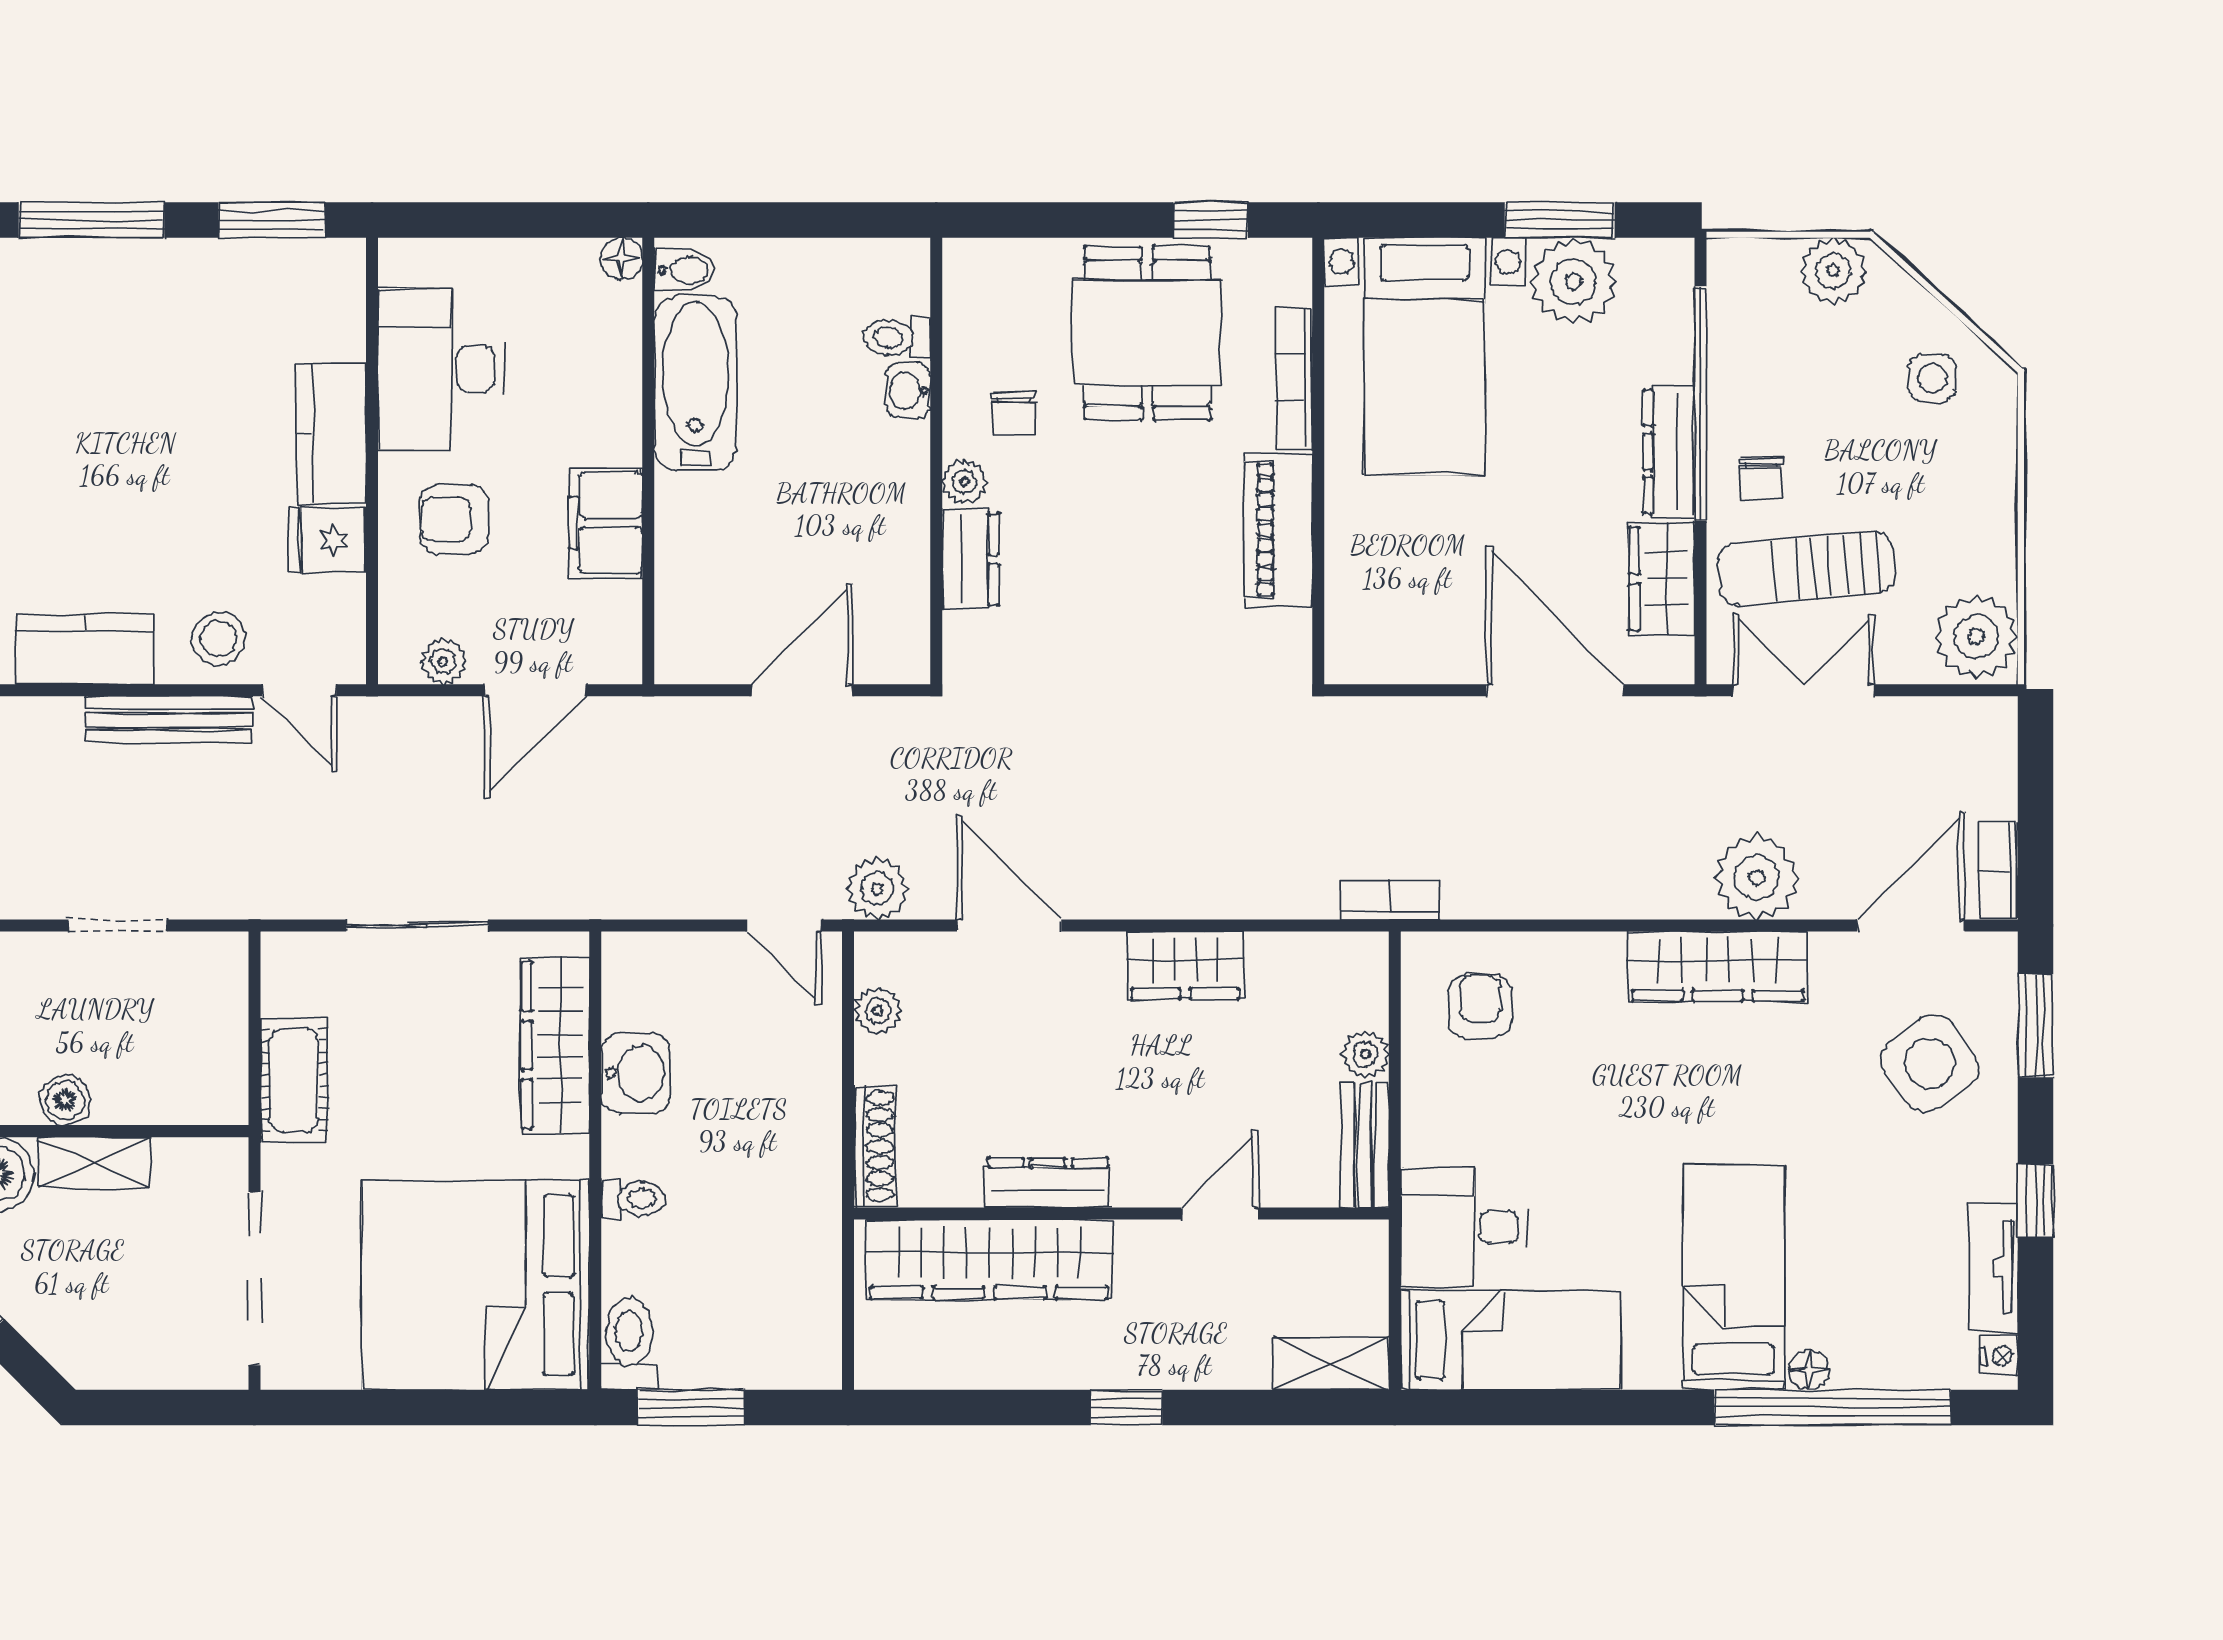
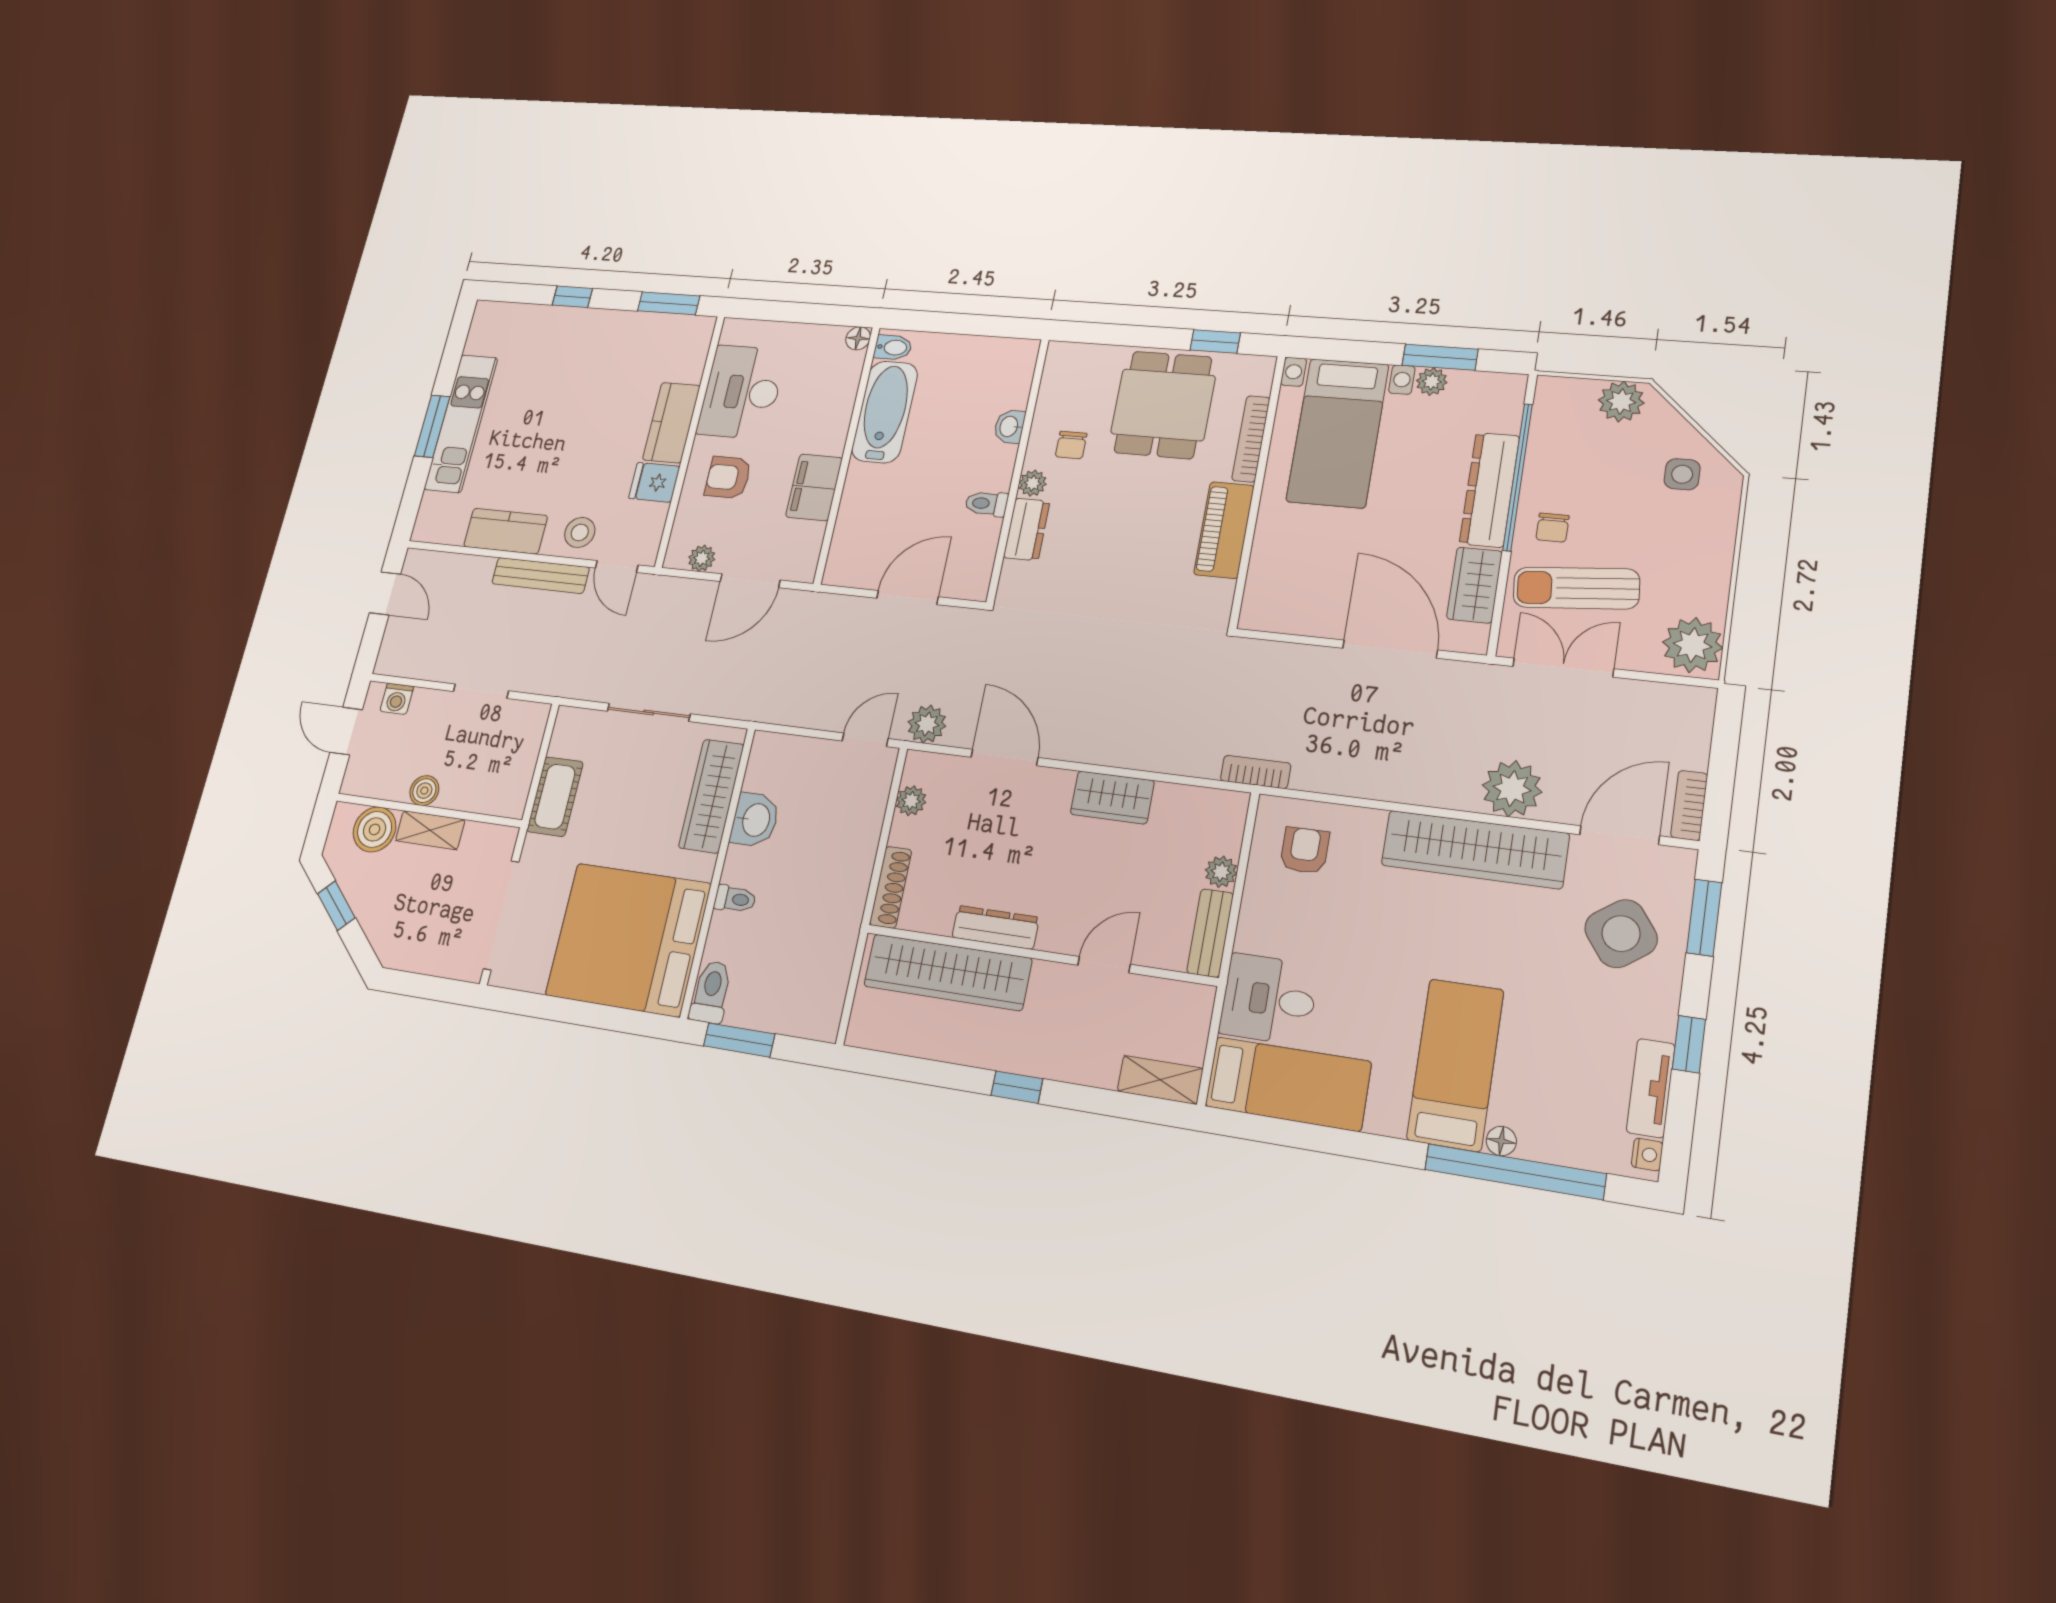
window: (91, 220) -> (572, 297), width x0.46
plant: (1573, 281) -> (1432, 382), width x0.53, depth x0.53
toilet: (897, 338) -> (987, 504), moved
dresser: (1669, 452) -> (1490, 490), width x1.37, depth x1.24
door: (784, 925) -> (865, 740), swing flipped
wardrobe: (1718, 966) -> (1475, 849), width x1.40, depth x1.17

